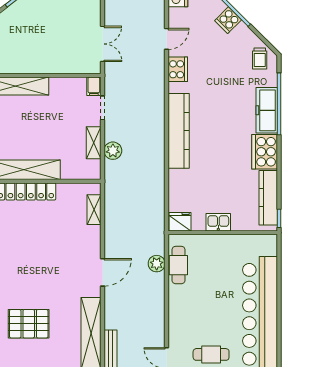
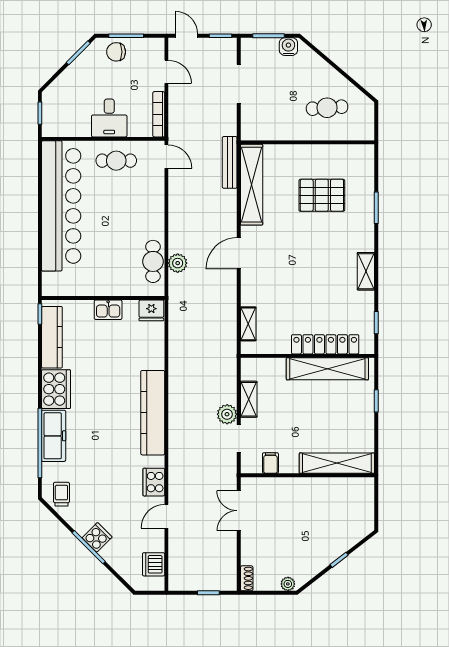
filing cabinet: (94, 86) -> (270, 463), moved
plant: (113, 151) -> (227, 414), moved

